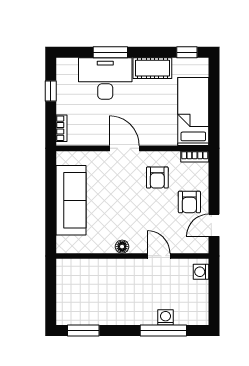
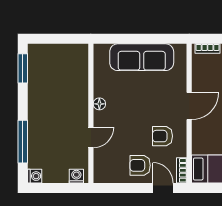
door: (214, 225) -> (163, 188), moved
washing machine: (166, 317) -> (35, 176), moved

